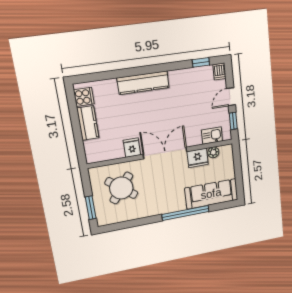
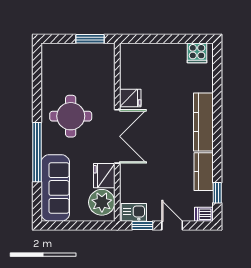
kitchen counter: (88, 123) -> (204, 172), moved, turned 90
kitchen sink: (212, 136) -> (134, 212), moved, turned -90
plant: (213, 152) -> (102, 202), width x1.87, depth x1.87
round table: (121, 188) -> (71, 116), moved, turned -38
window: (91, 208) -> (90, 39), moved

